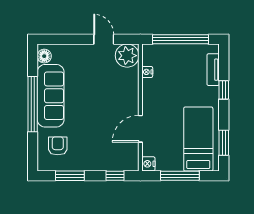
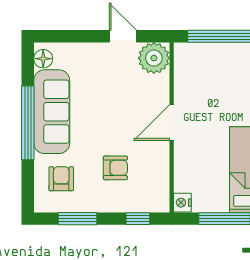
nightstand: (147, 72) -> (181, 80), removed
door: (140, 129) -> (172, 122), moved
armchair: (98, 138) -> (115, 168), added

